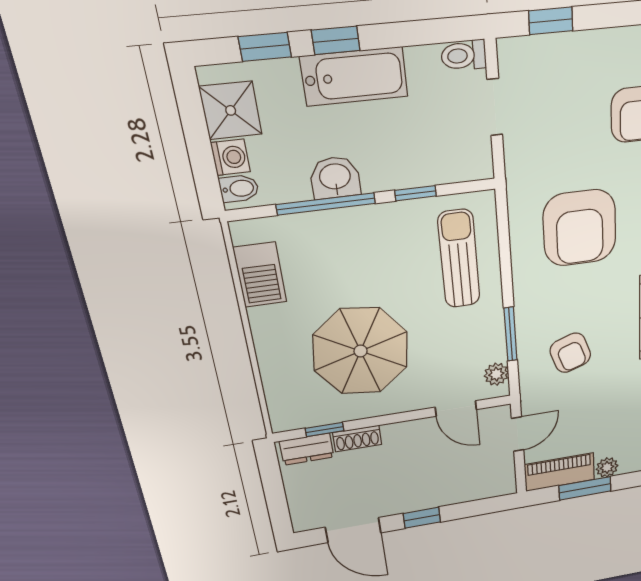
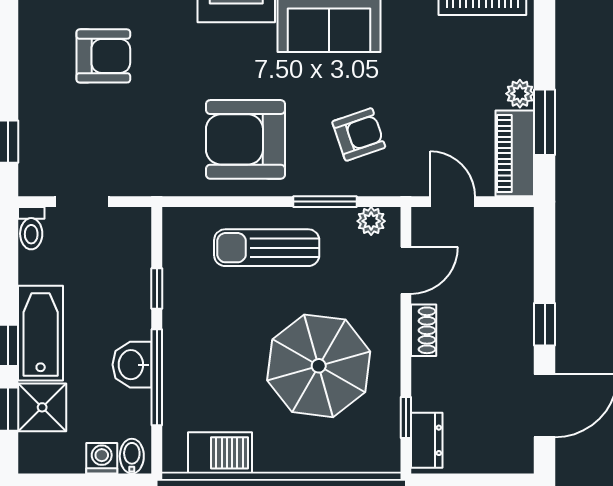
shower: (231, 110) -> (42, 407), moved
armchair: (580, 228) -> (245, 139), moved, turned 180
sun lounger: (459, 259) -> (267, 248), moved
shoe rack: (357, 438) -> (424, 330), moved

